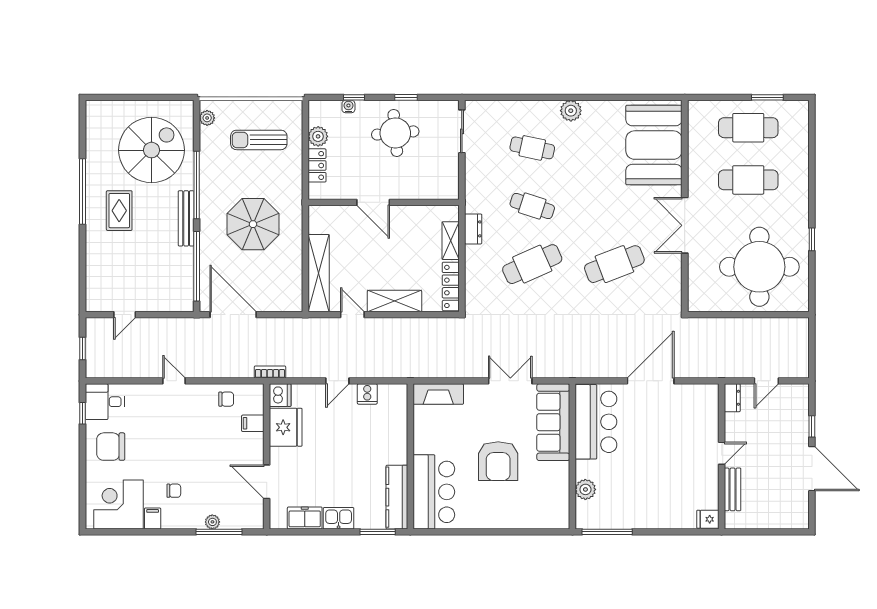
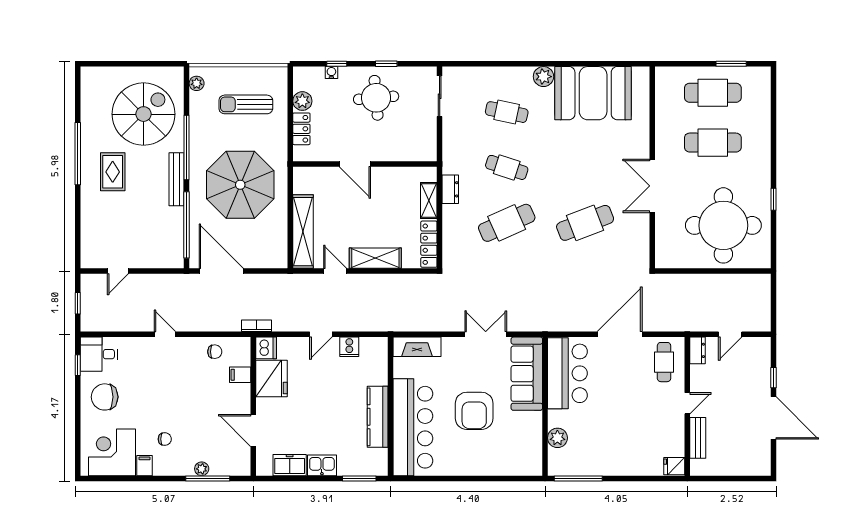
booth: (654, 145) -> (593, 93), moved, turned 90
parasol: (253, 224) -> (240, 185), width x1.36, depth x1.36
cafe table: (697, 410) -> (664, 362), added
bar counter: (434, 492) -> (413, 427), width x1.36
kitchen counter: (397, 497) -> (378, 417), moved

